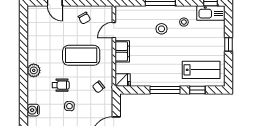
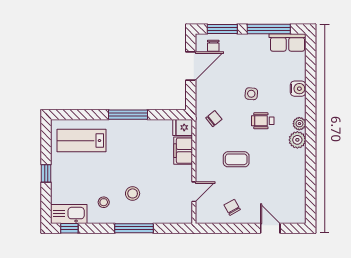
filing cabinet: (122, 51) -> (183, 151), moved
coffee table: (81, 55) -> (236, 159), width x0.54, depth x0.58
plant: (32, 83) -> (299, 124), added
window: (197, 90) -> (86, 115), removed

